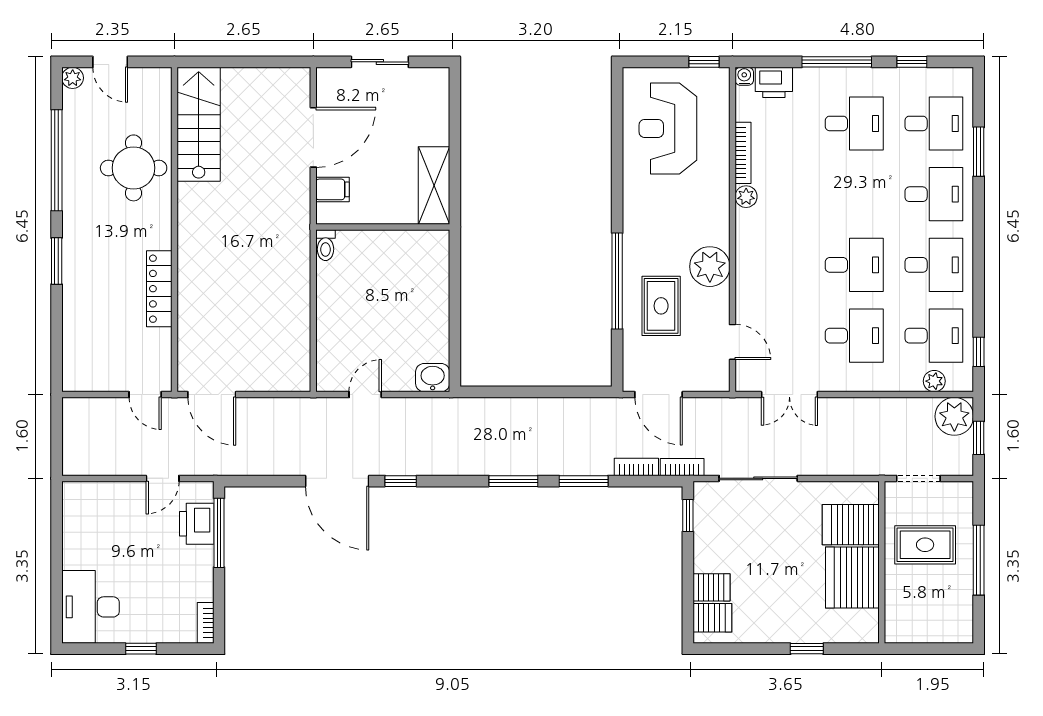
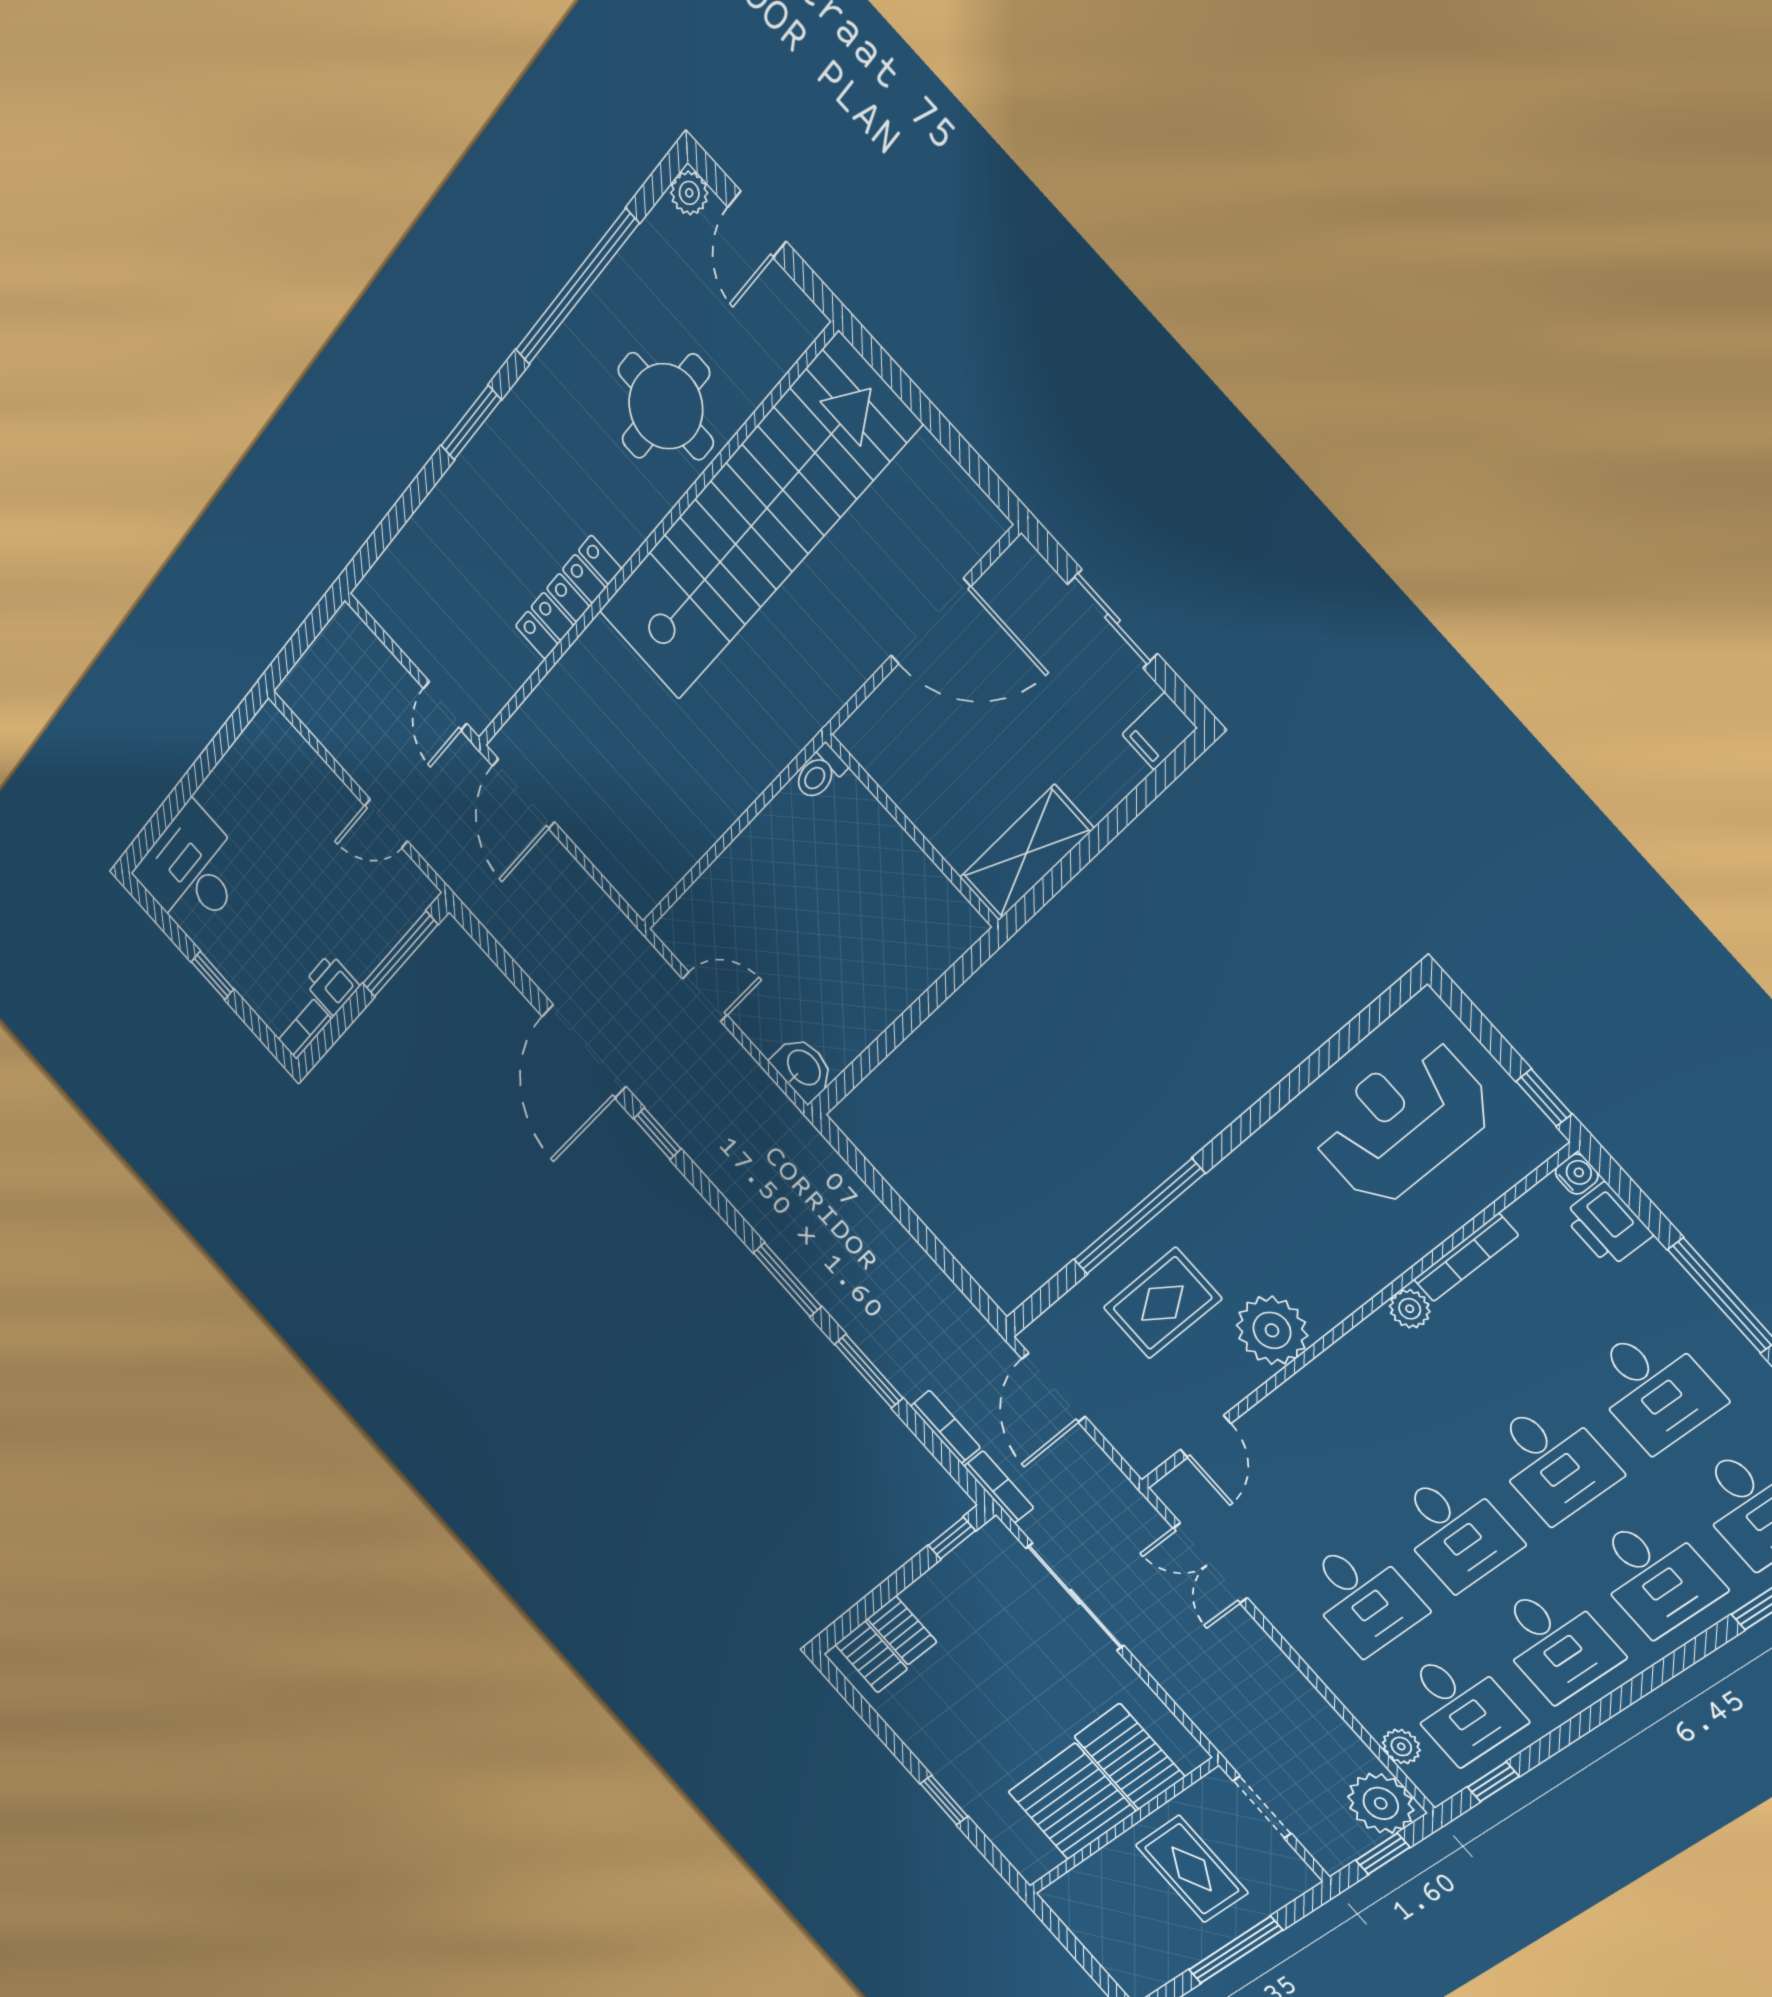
stairs: (199, 124) -> (756, 521), width x1.86, depth x1.51
filing cabinet: (333, 189) -> (1159, 731), moved, turned 90
desk: (854, 194) -> (1552, 1461), added
printer: (197, 524) -> (332, 984), moved, width x0.73, depth x0.81

